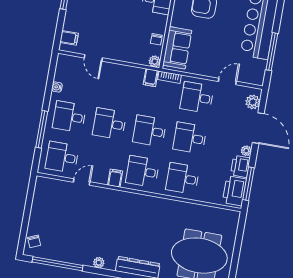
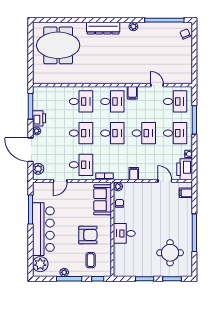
filing cabinet: (151, 78) -> (134, 174), moved
door: (82, 182) -> (157, 85), swing flipped
printer: (234, 191) -> (185, 169), moved, turned 180

